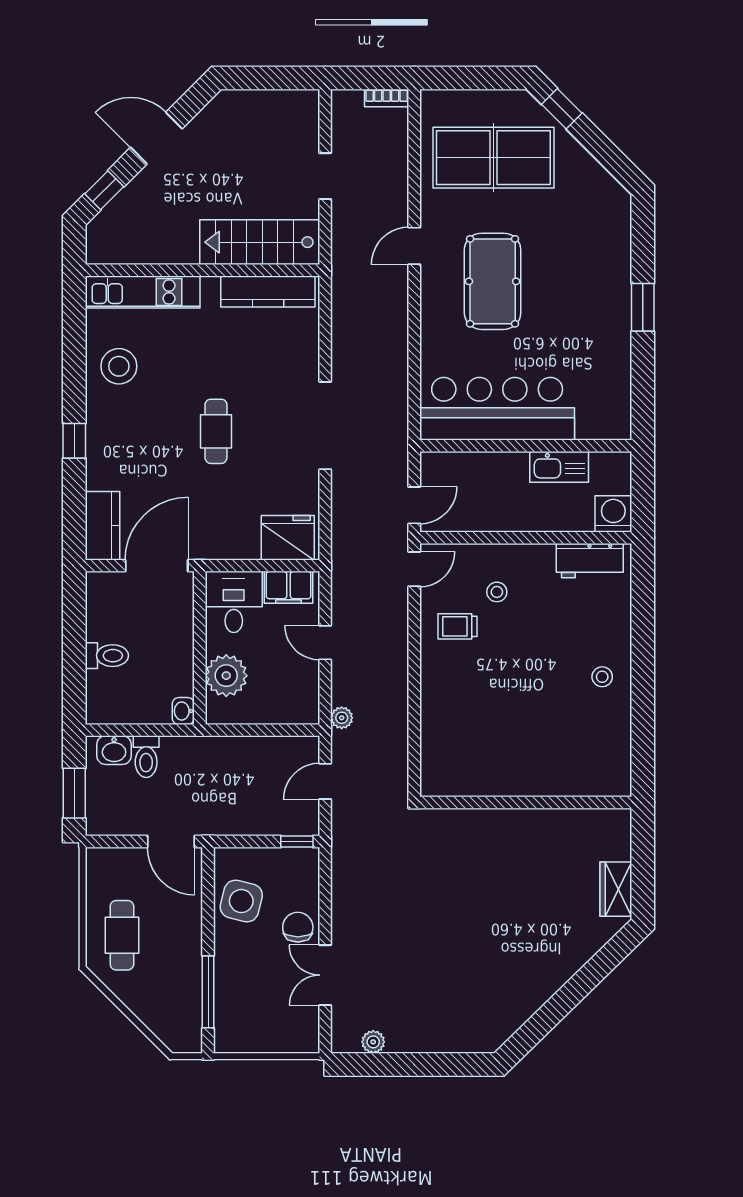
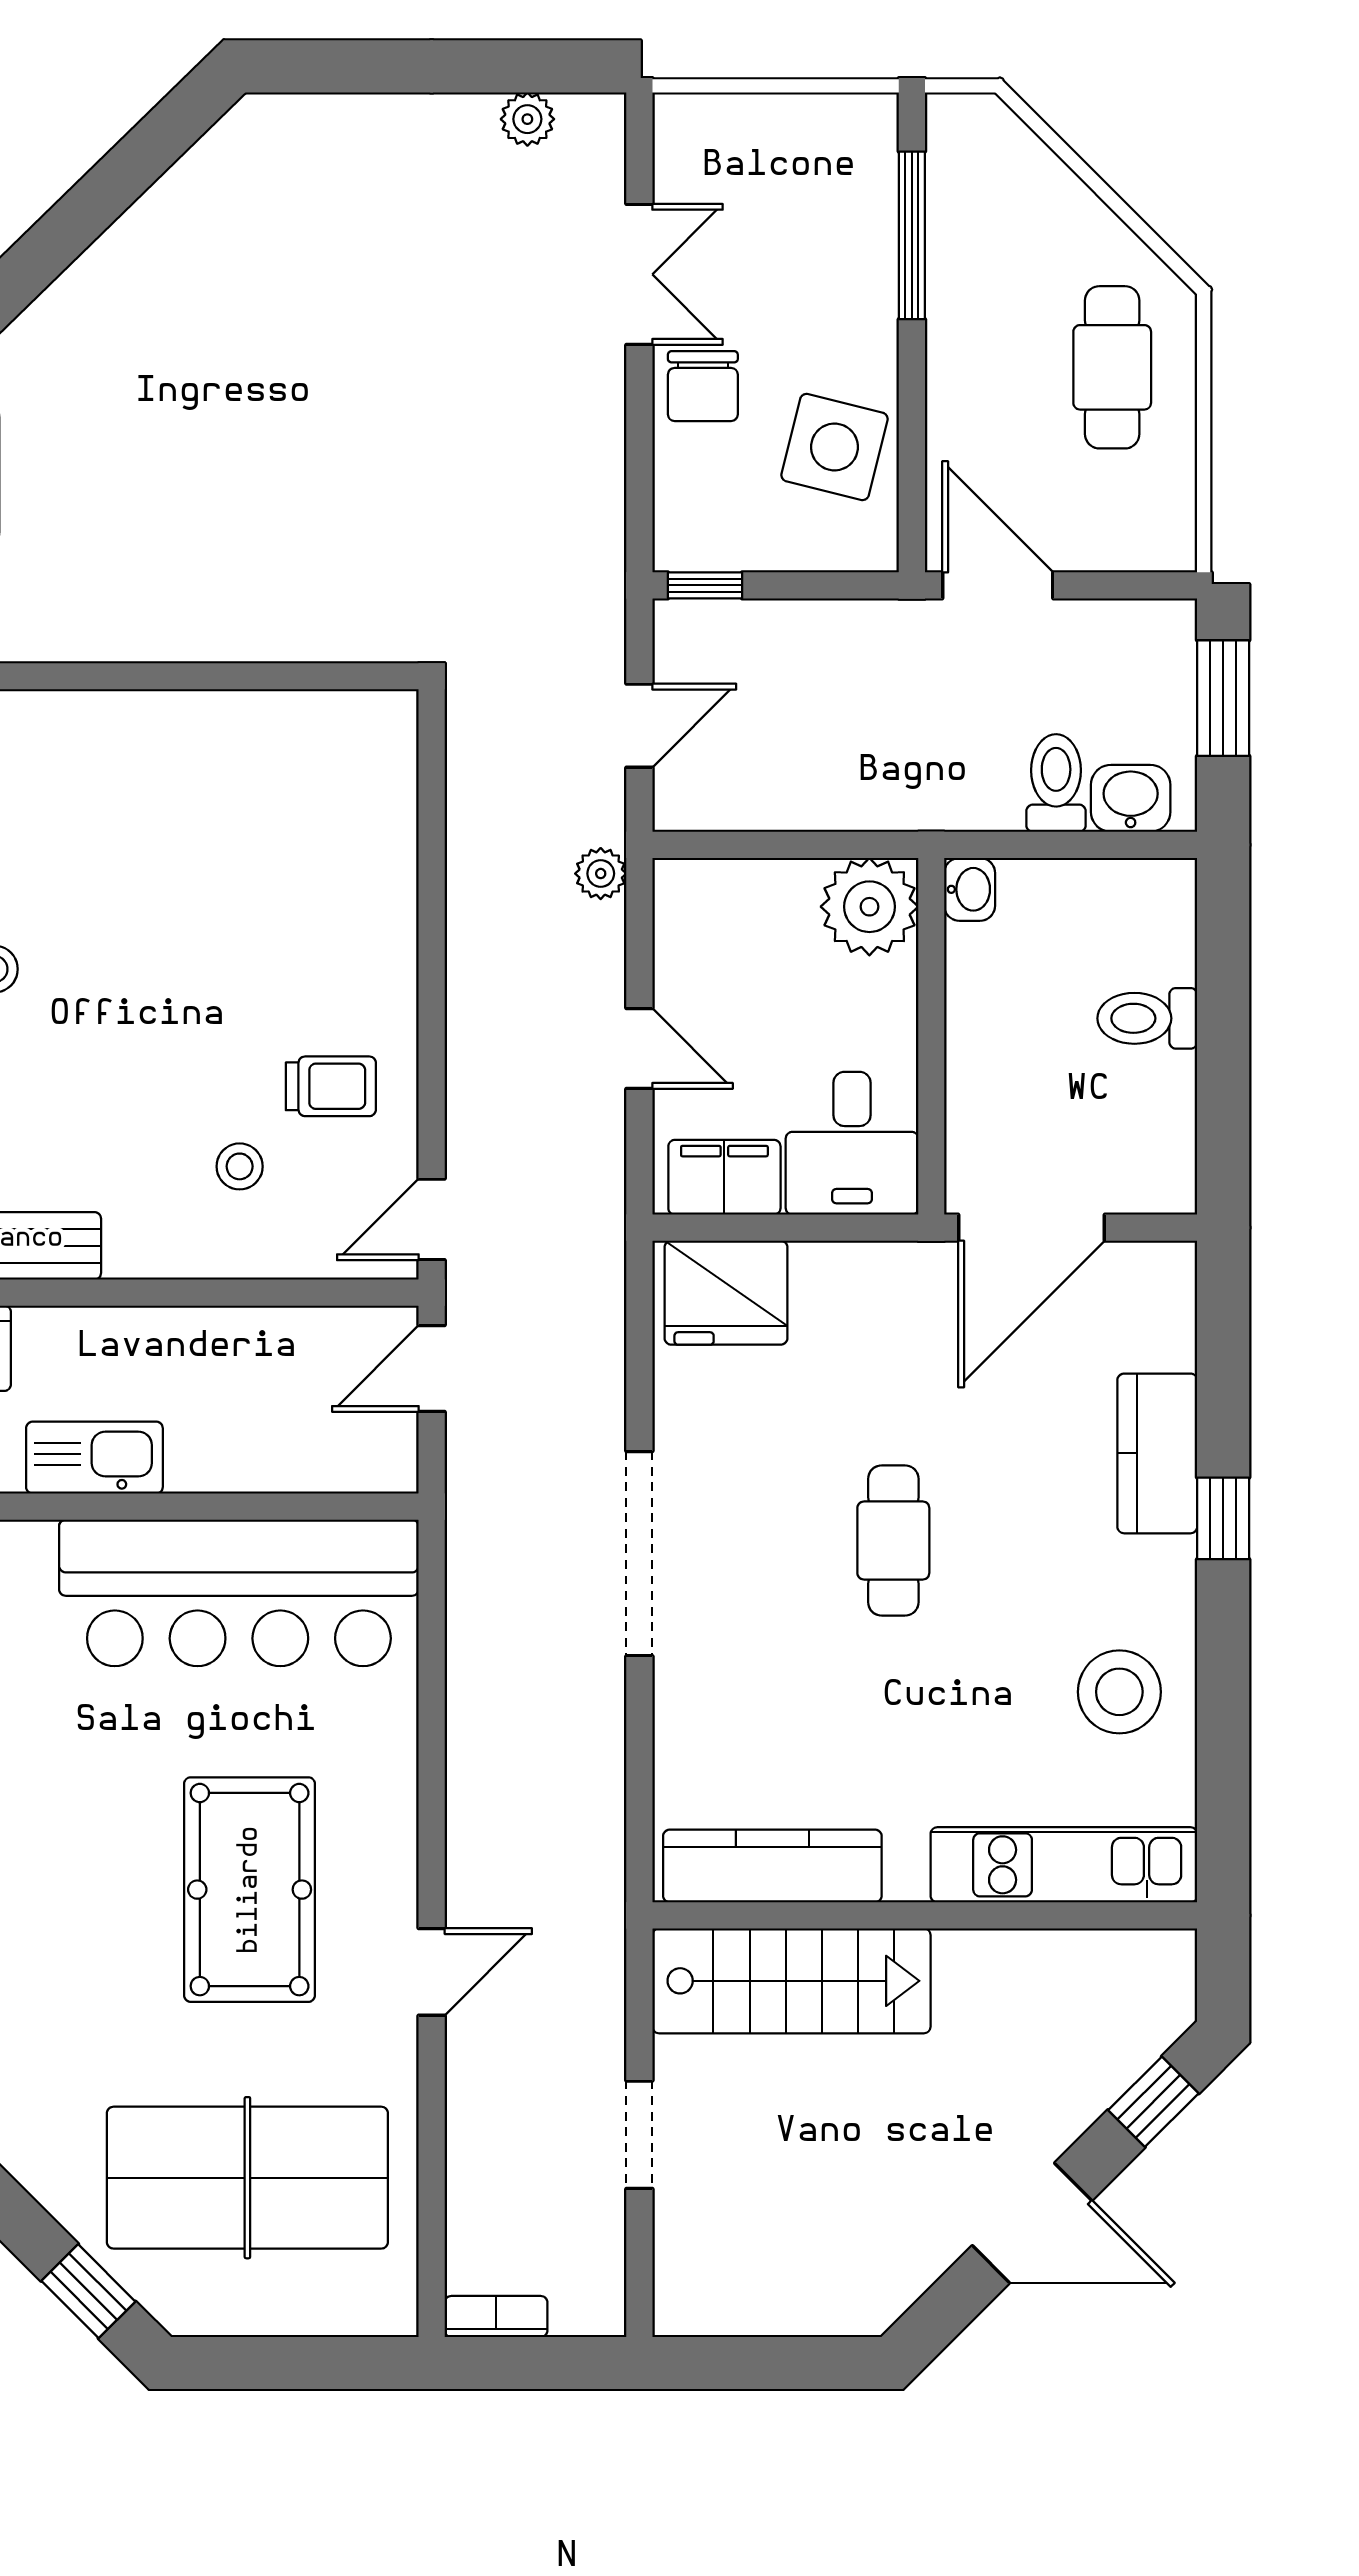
kitchen counter: (103, 526) -> (1157, 1453), moved
plant: (226, 676) -> (869, 907), moved

